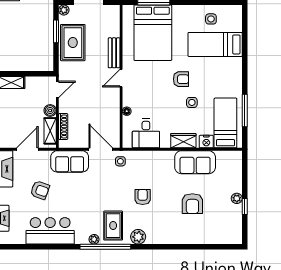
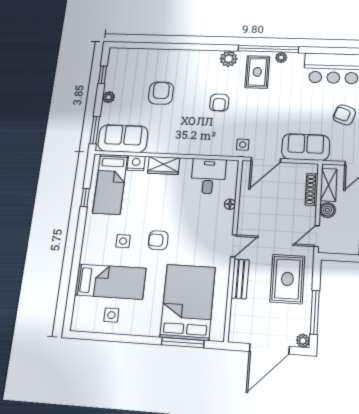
window: (56, 31) -> (315, 312), width x1.44
rug: (73, 43) -> (287, 279), moved
side table: (192, 102) -> (123, 241), moved
window: (245, 111) -> (85, 198), width x0.46
door: (101, 149) -> (266, 160), hinge flipped
sofa: (195, 162) -> (123, 139), moved
window: (245, 169) -> (95, 130), added
window: (245, 207) -> (103, 75), moved

